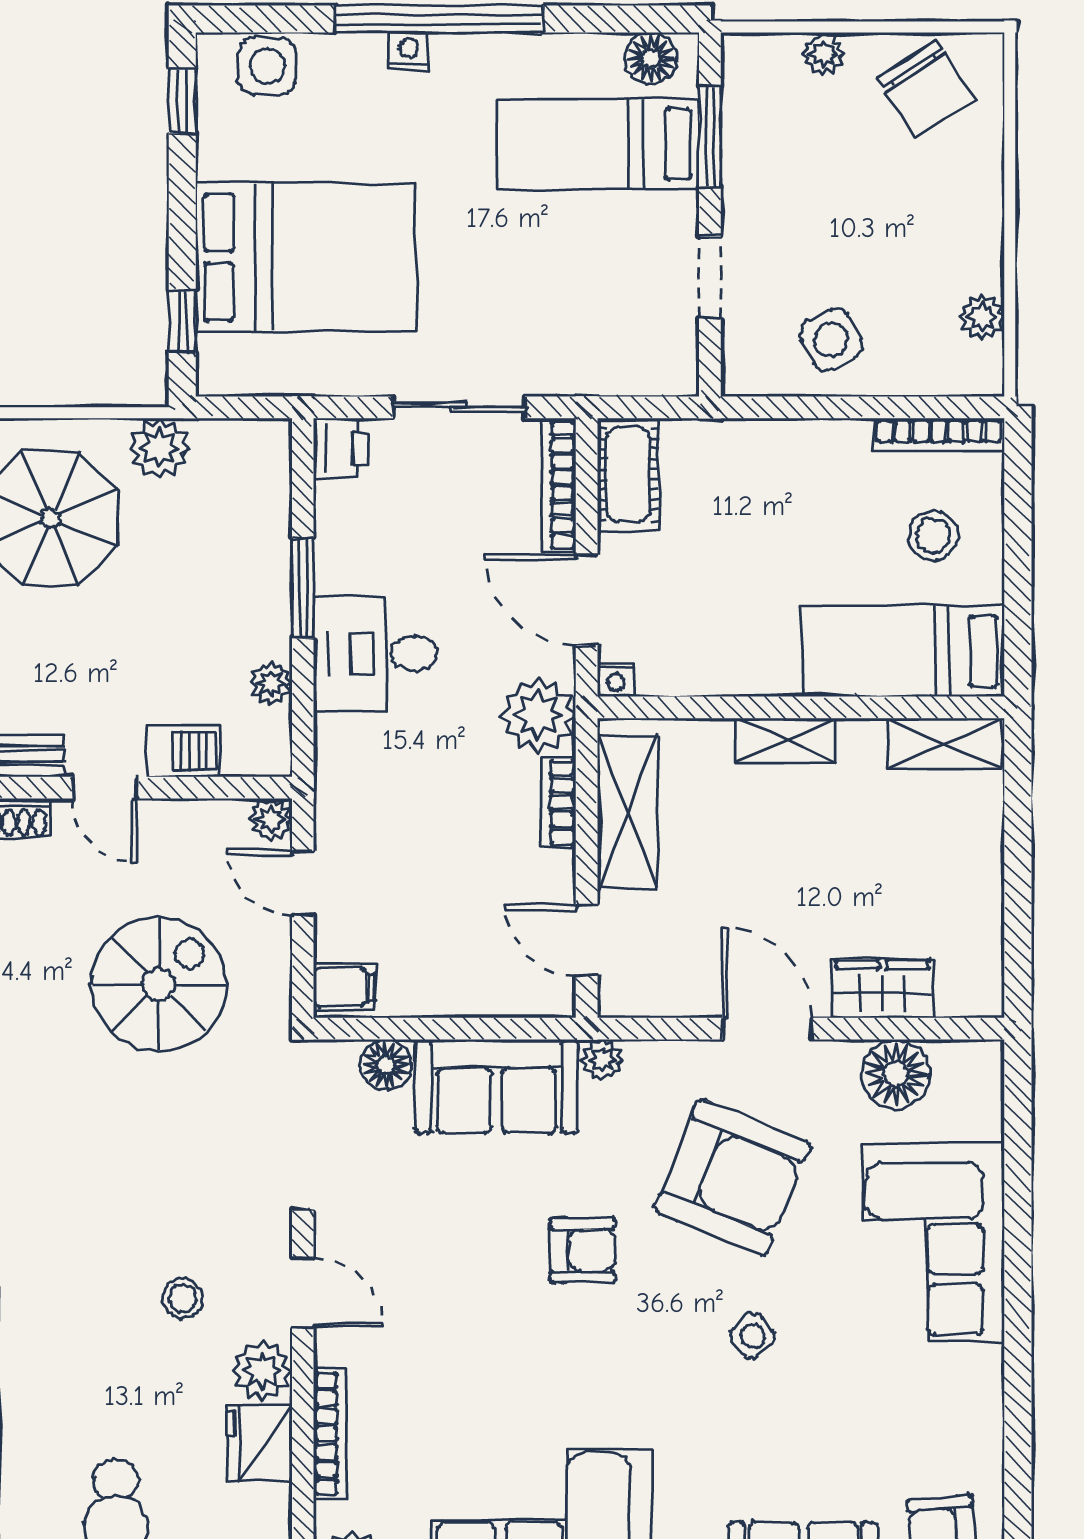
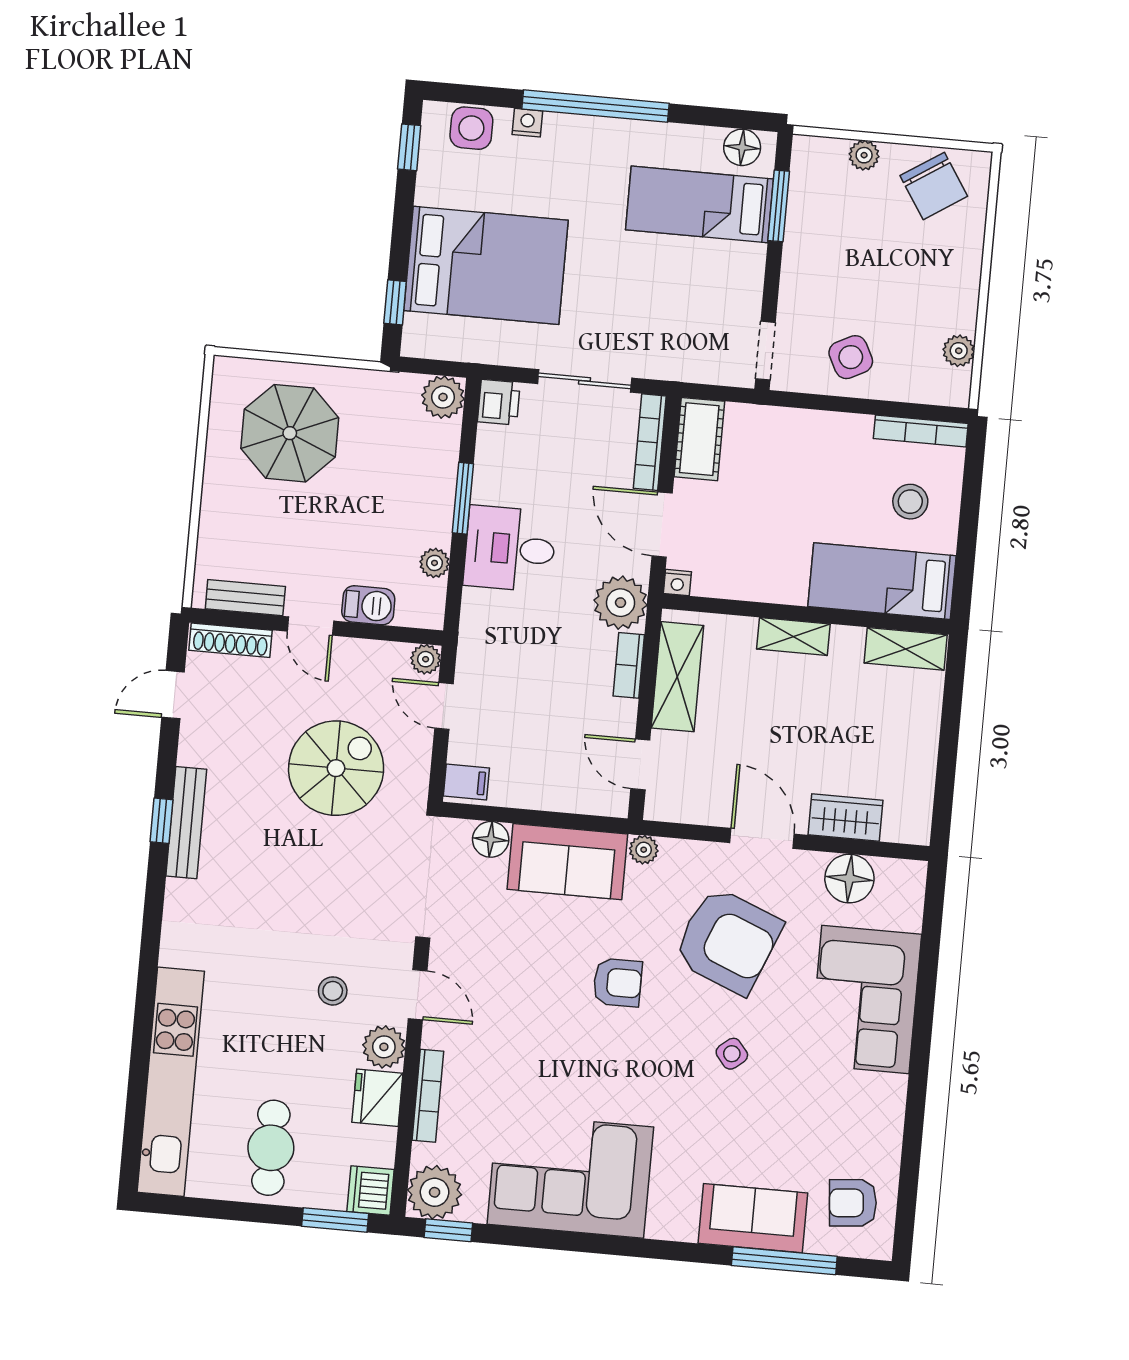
nightstand: (409, 51) -> (527, 123), moved
doorway: (710, 277) -> (765, 351), moved
plant: (160, 448) -> (443, 397), moved

